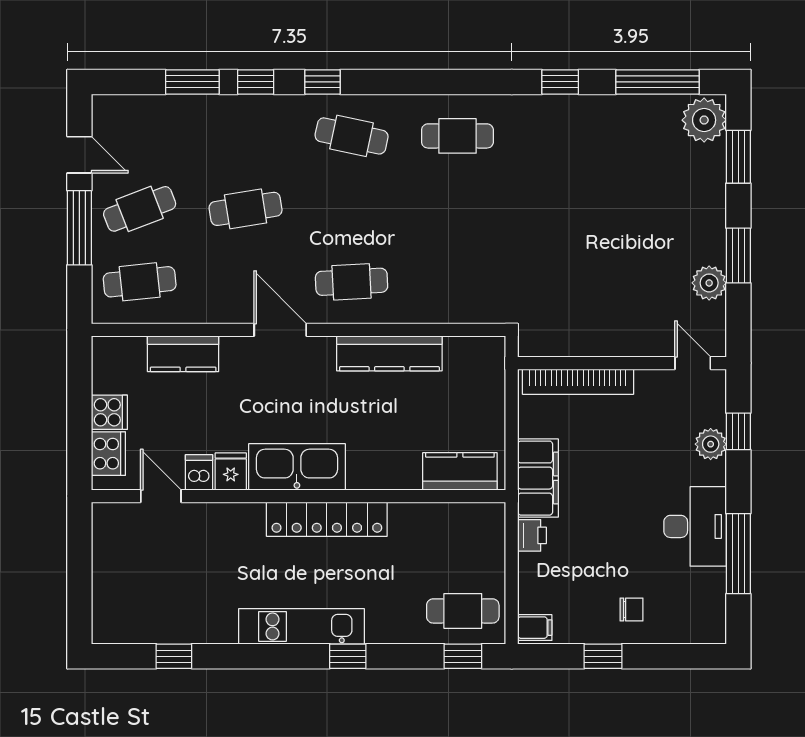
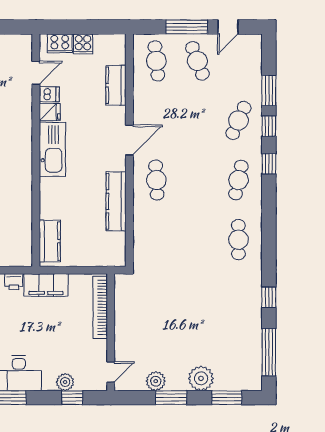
plant: (704, 120) -> (201, 378), moved
cafe table: (246, 209) -> (238, 120), moved, turned 33
locker: (327, 519) -> (23, 166), removed

